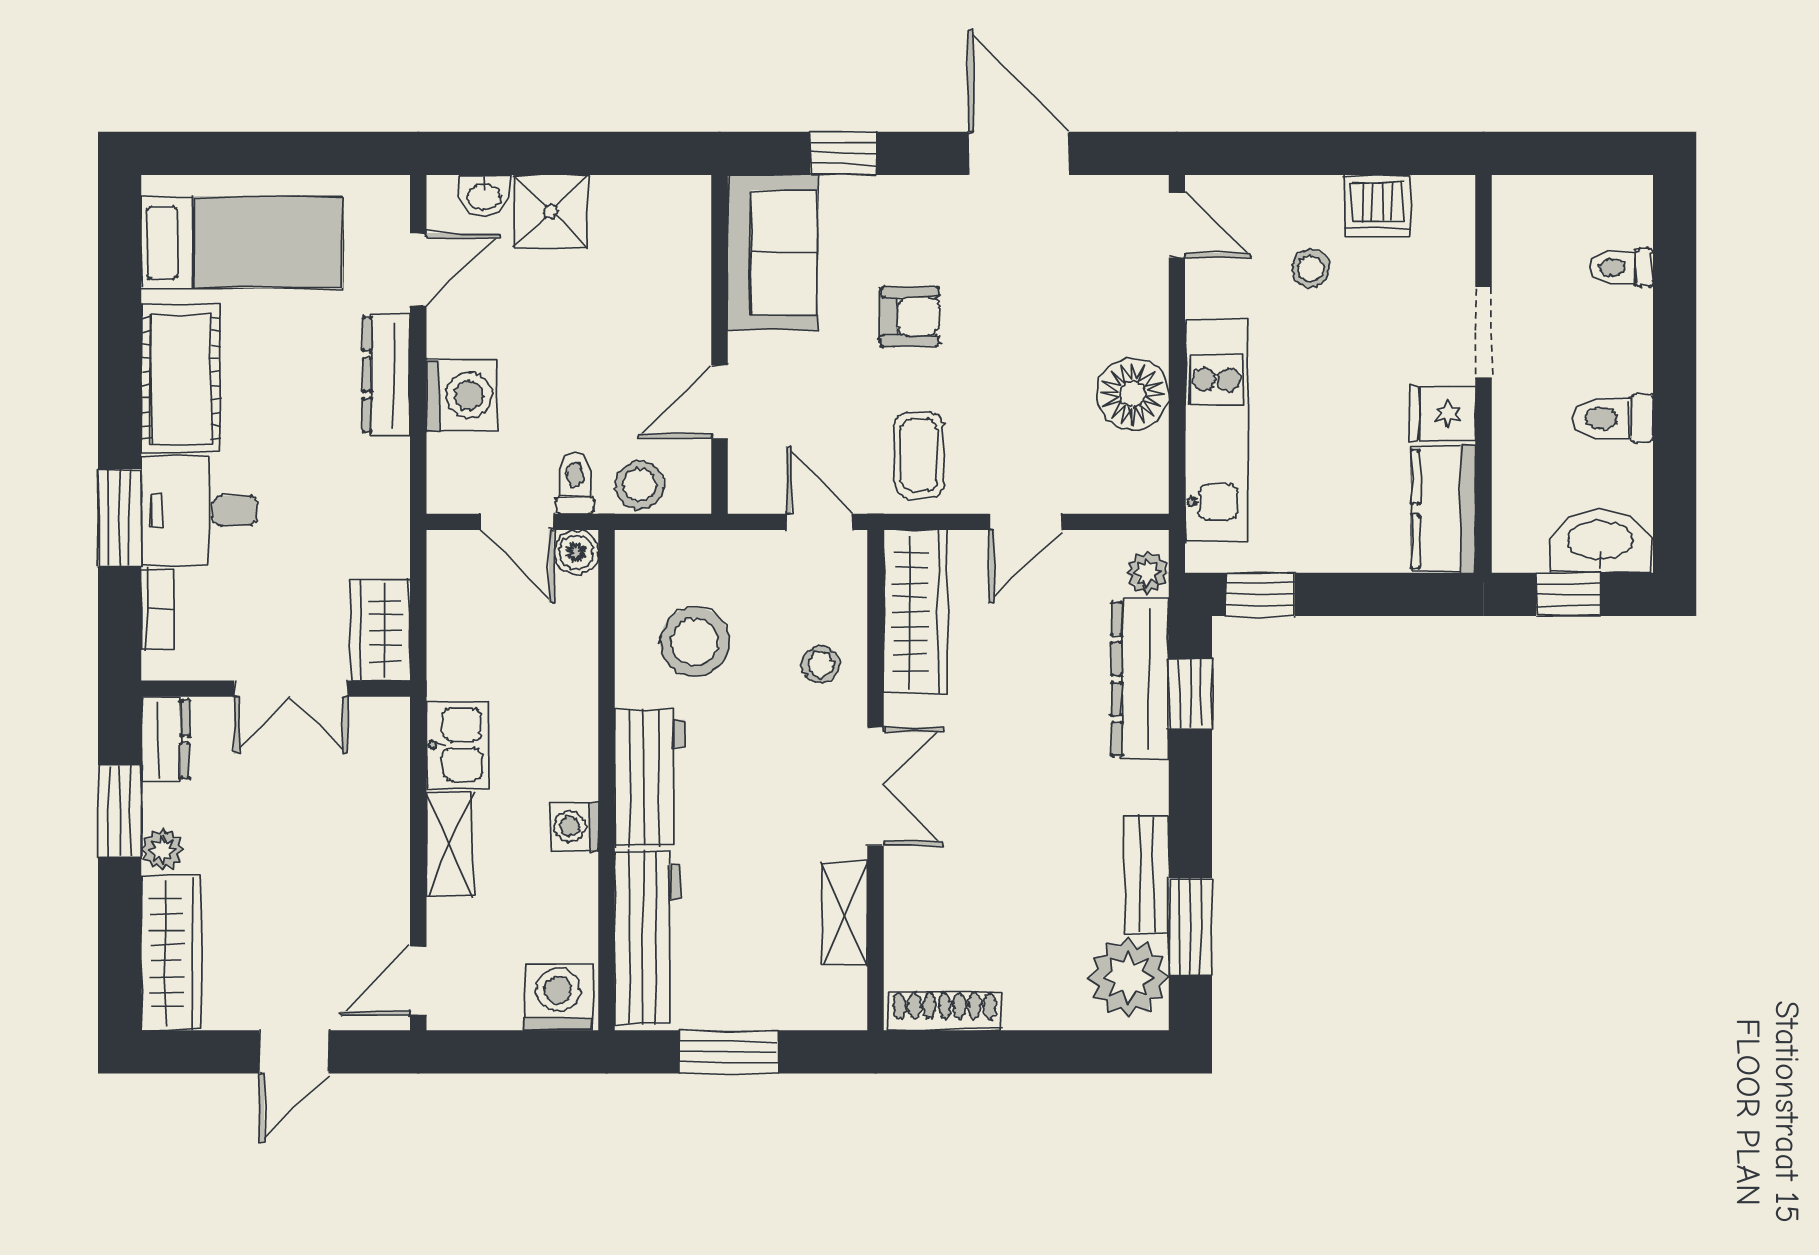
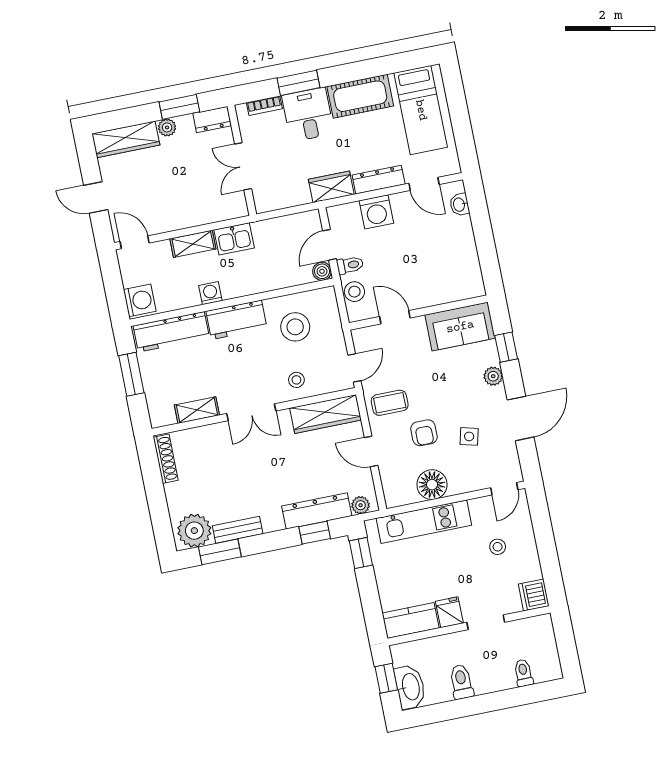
plant: (906, 198) -> (493, 376), added
dishwasher: (1377, 206) -> (534, 595), moved
shower: (550, 211) -> (458, 233), removed
side table: (1037, 283) -> (469, 436), added
armchair: (909, 317) -> (424, 433), moved
wardrobe: (381, 630) -> (331, 187), moved

